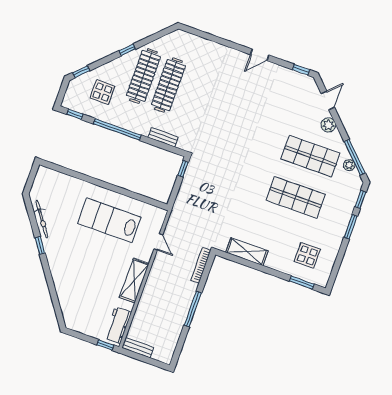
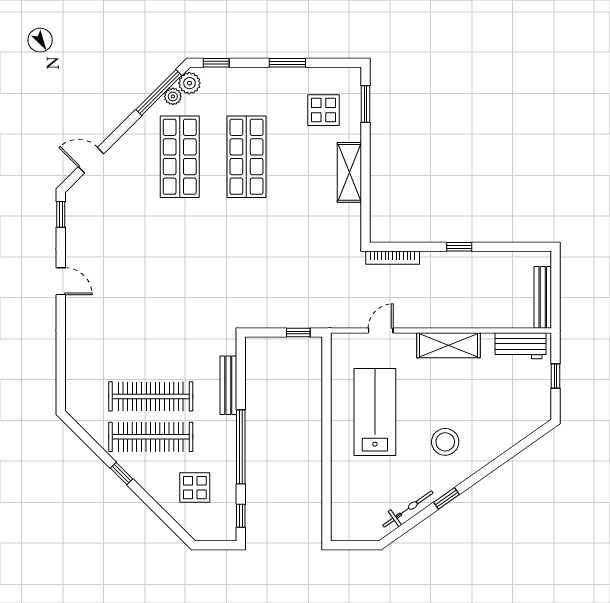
window: (81, 72) -> (176, 528), removed
plant: (328, 125) -> (189, 83), moved
bench: (163, 137) -> (228, 385), width x1.36
window: (183, 169) -> (298, 333), moved
lab bench: (109, 220) -> (375, 412), turned 180
window: (351, 227) -> (287, 63), moved
shelving: (247, 252) -> (349, 172), moved
stool: (75, 257) -> (445, 442), added
window: (193, 309) -> (459, 247), width x0.46
window: (105, 345) -> (556, 376), moved
bench: (138, 348) -> (543, 297), width x1.36

